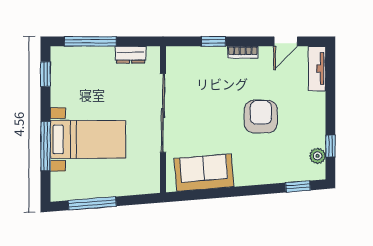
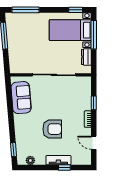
tv unit: (317, 69) -> (58, 160), moved
bed with nightstands: (88, 139) -> (70, 30), moved, turned 90
window: (46, 146) -> (26, 10), moved
window: (330, 146) -> (64, 168), moved

